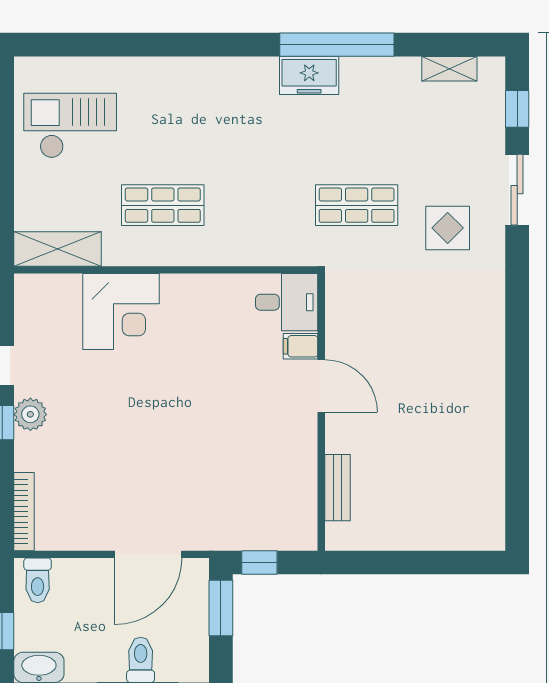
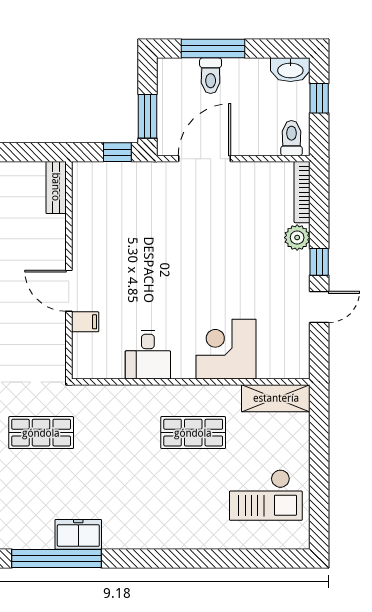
desk: (287, 302) -> (148, 355), moved, turned -90
plant: (30, 414) -> (297, 238), moved
bench: (337, 488) -> (56, 187), moved

